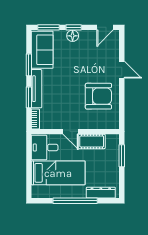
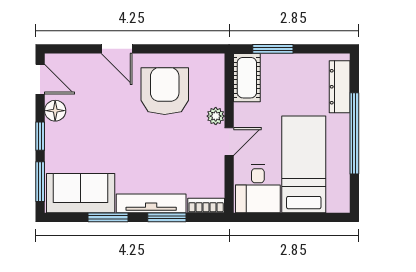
floor lamp: (73, 36) -> (55, 111), moved
door: (122, 70) -> (117, 49), swing flipped
plant: (85, 124) -> (216, 116), added
cot: (92, 141) -> (247, 78), moved

